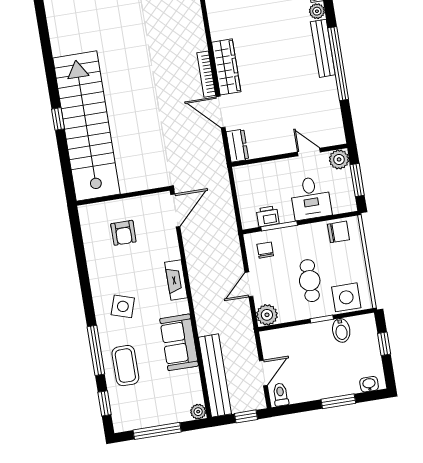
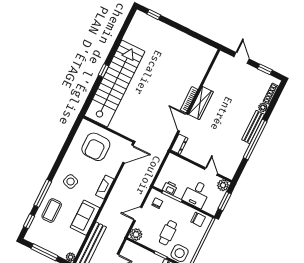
armchair: (123, 233) -> (96, 147), width x1.88, depth x1.88

